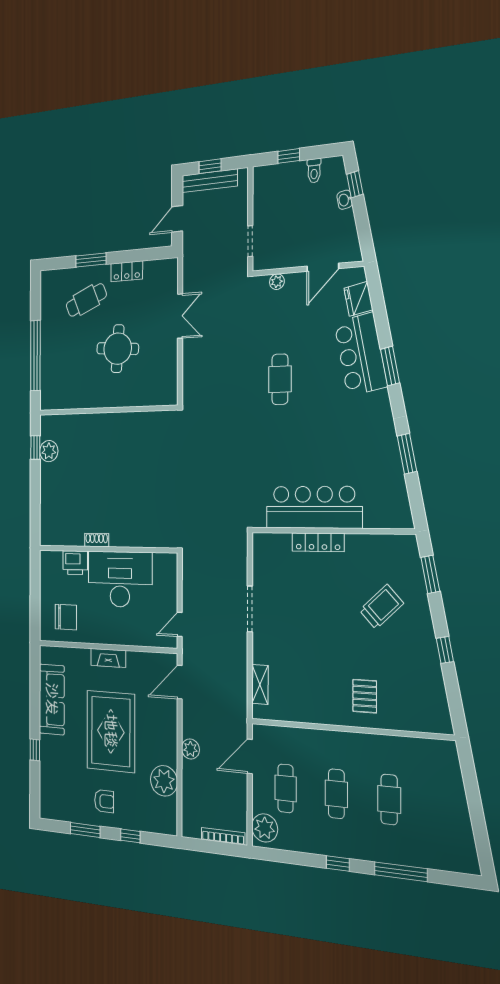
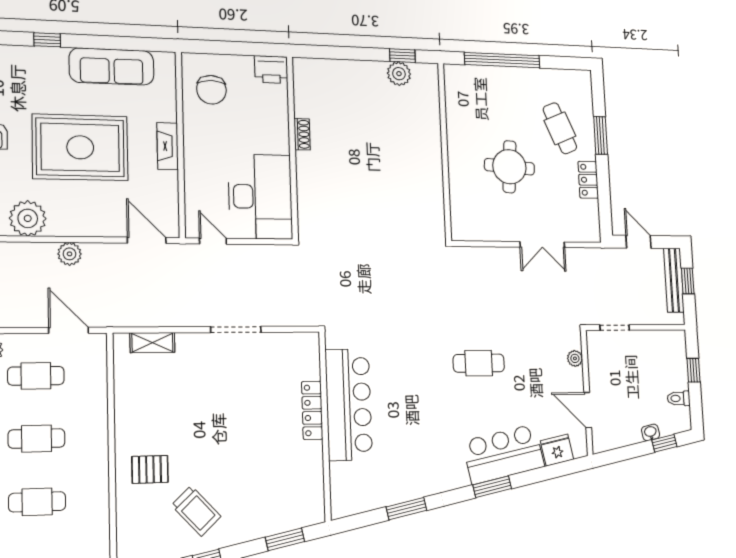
printer: (75, 563) -> (271, 69), moved, turned -90
desk: (120, 579) -> (260, 197), moved
trolley: (381, 607) -> (196, 511), moved

